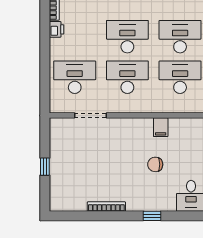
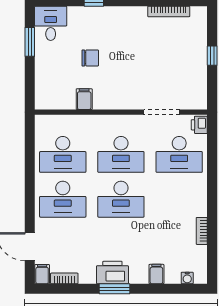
printer: (56, 29) -> (199, 125), moved
bookcase: (106, 207) -> (169, 11), moved

